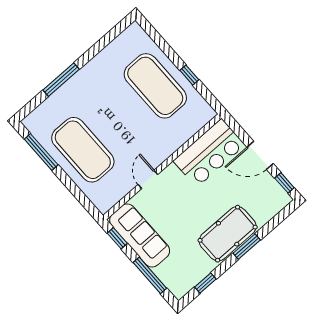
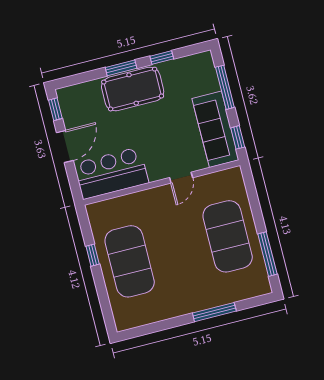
door: (260, 155) -> (65, 147), hinge flipped
window: (205, 283) -> (162, 57), moved

